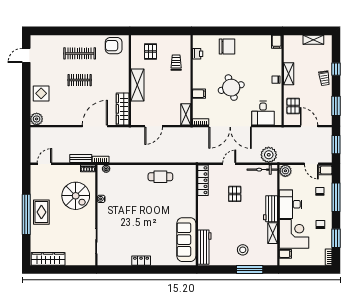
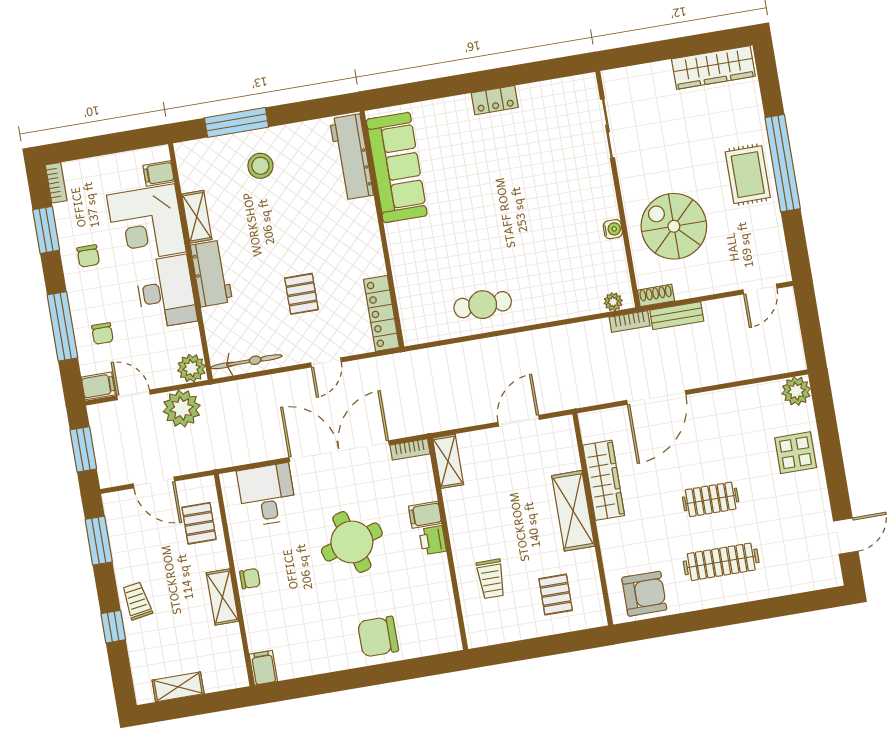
printer: (198, 54) -> (433, 540), moved
wardrobe: (123, 109) -> (604, 480), moved
plant: (269, 155) -> (182, 408), moved

